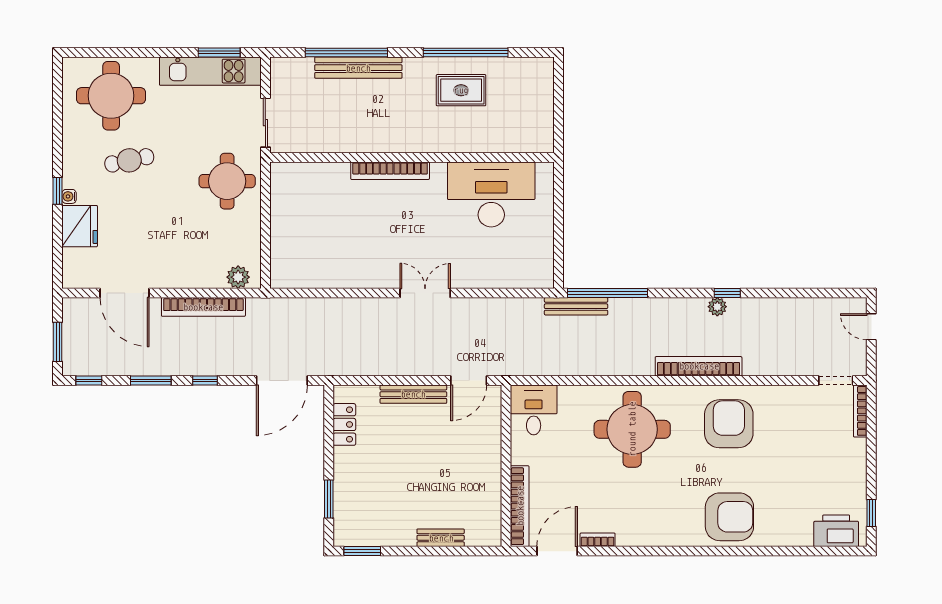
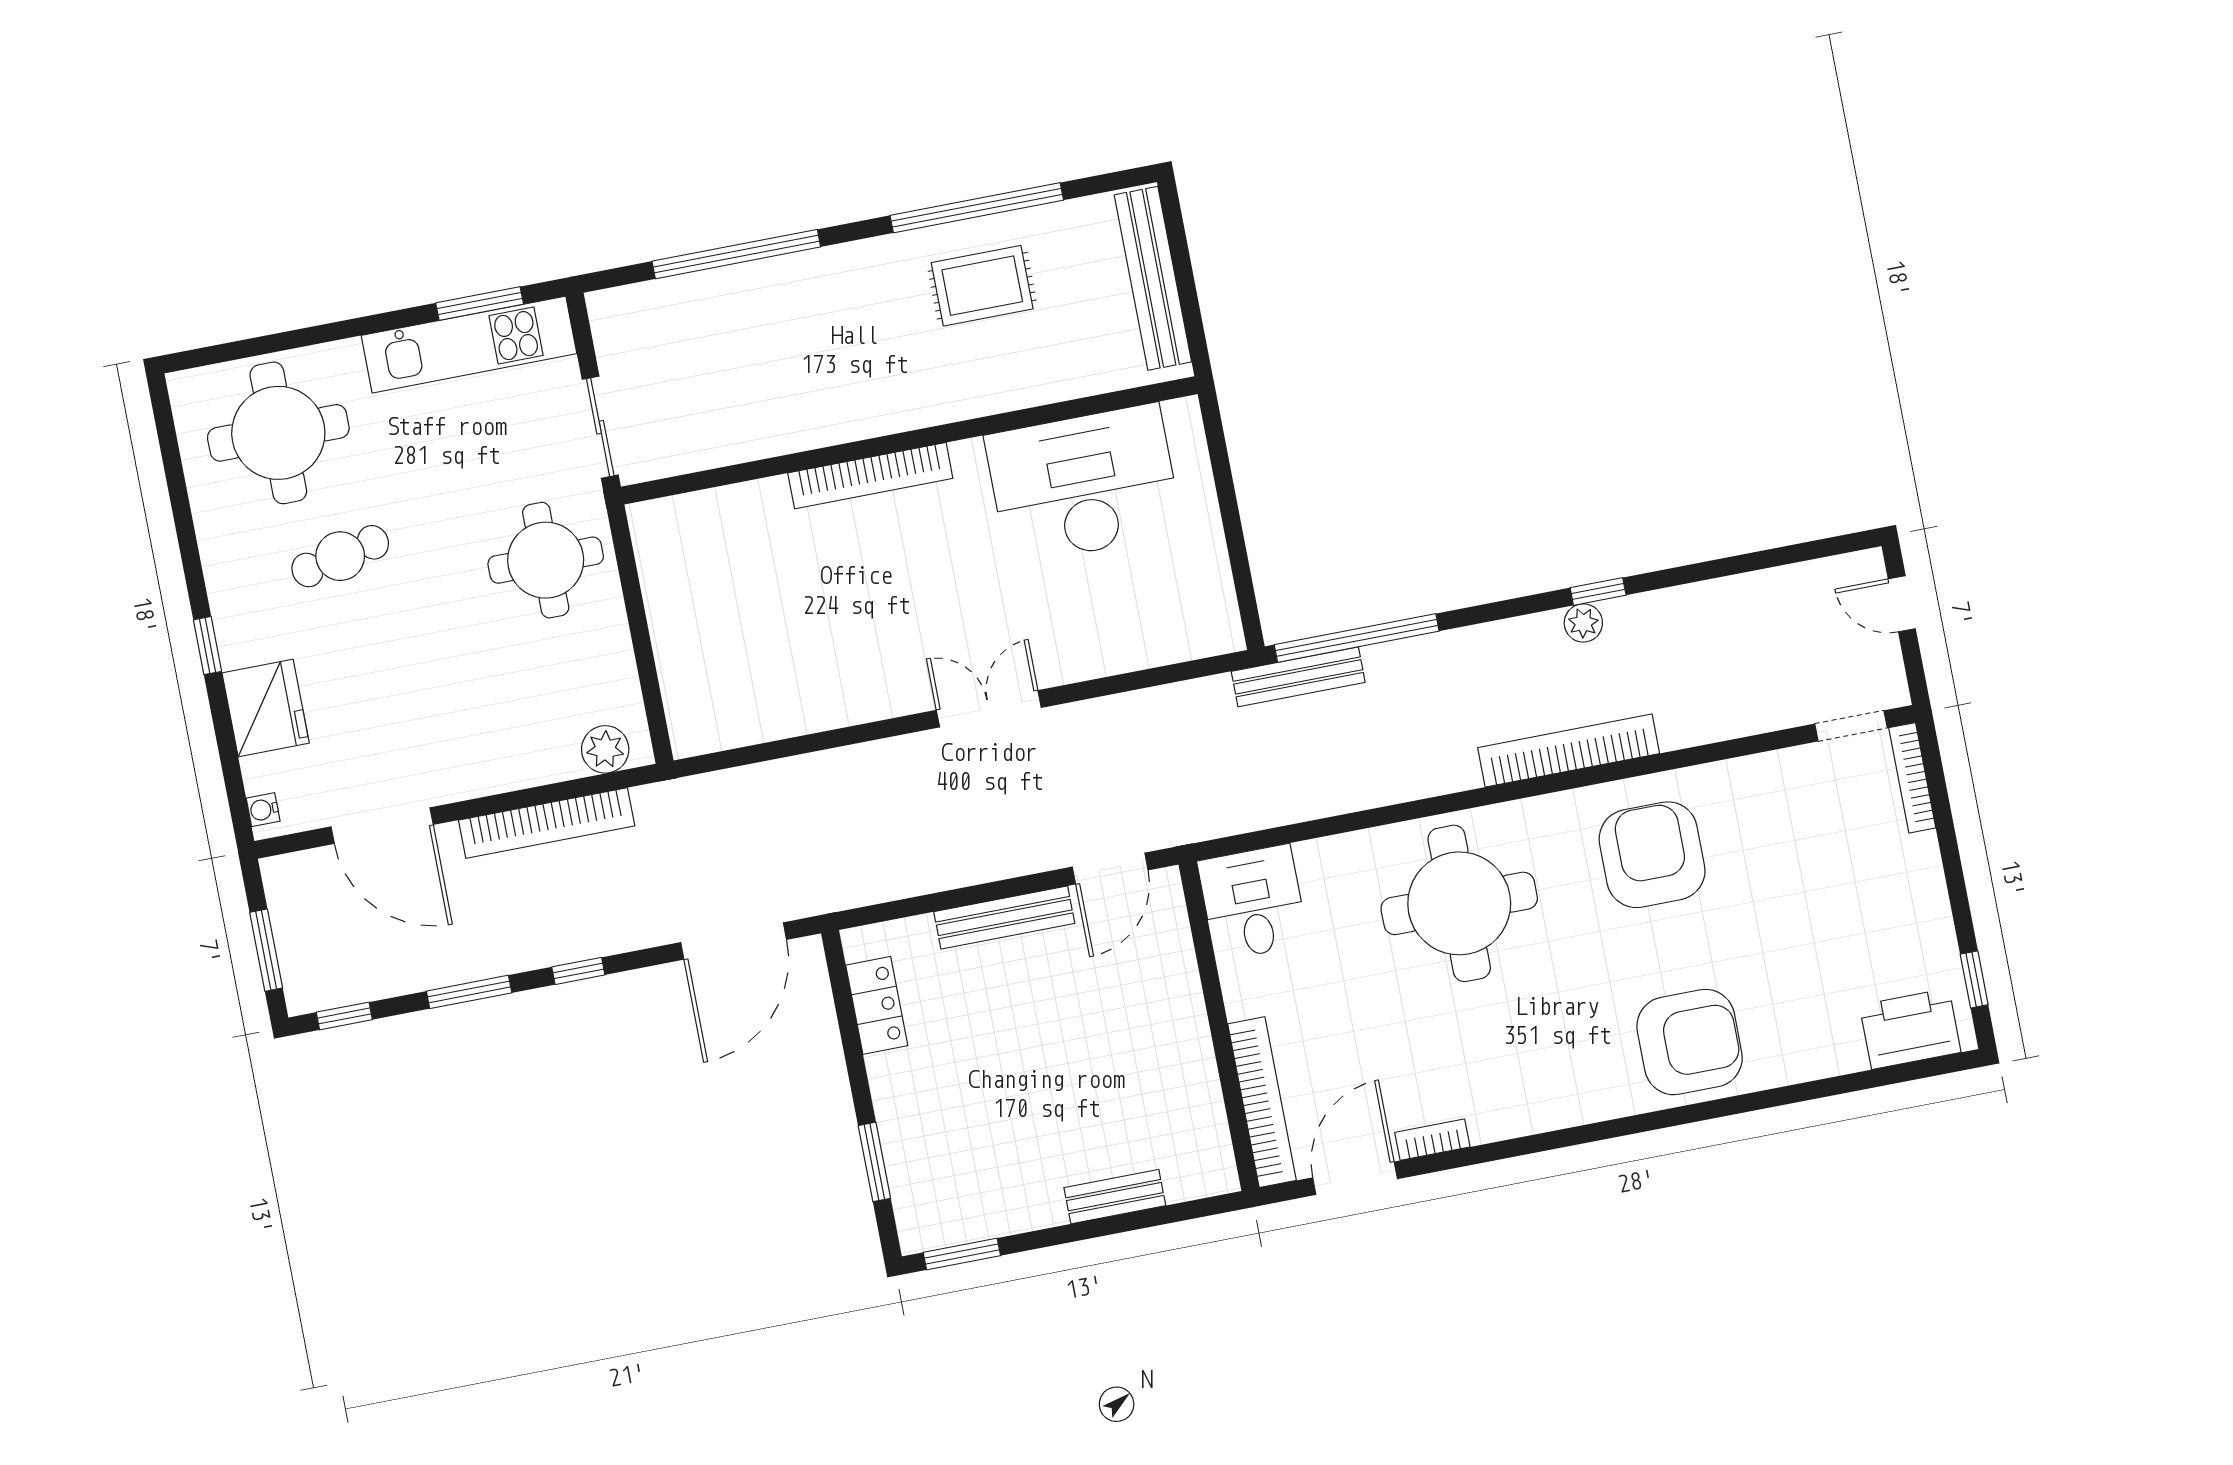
bench: (358, 68) -> (1153, 278), moved, turned 90
water cooler: (69, 196) -> (263, 810), moved

